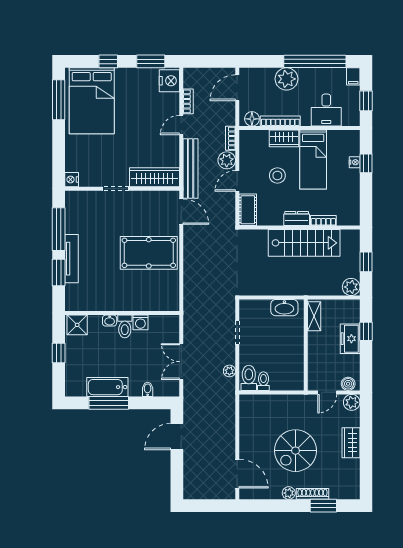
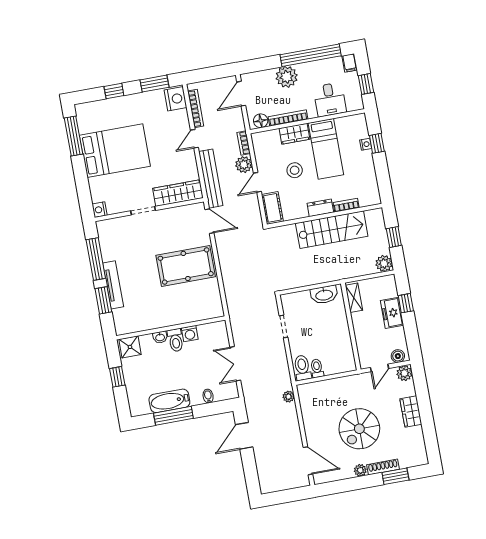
bed: (92, 101) -> (115, 151), moved, turned -90
bookcase: (188, 101) -> (196, 108), width x1.56
plant: (229, 371) -> (289, 397), moved

